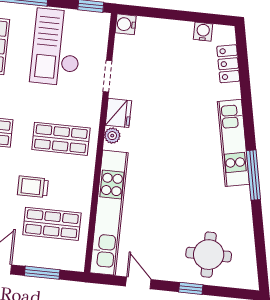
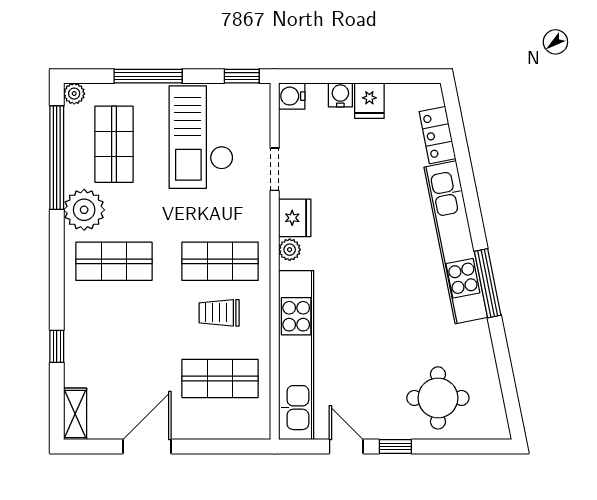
water cooler: (203, 32) -> (340, 95), moved
fridge: (182, 34) -> (369, 101), added
kitchen unit: (233, 143) -> (456, 242), width x1.36
trolley: (33, 187) -> (219, 313), moved
window: (42, 273) -> (214, 447), removed
window: (191, 288) -> (395, 447), moved

